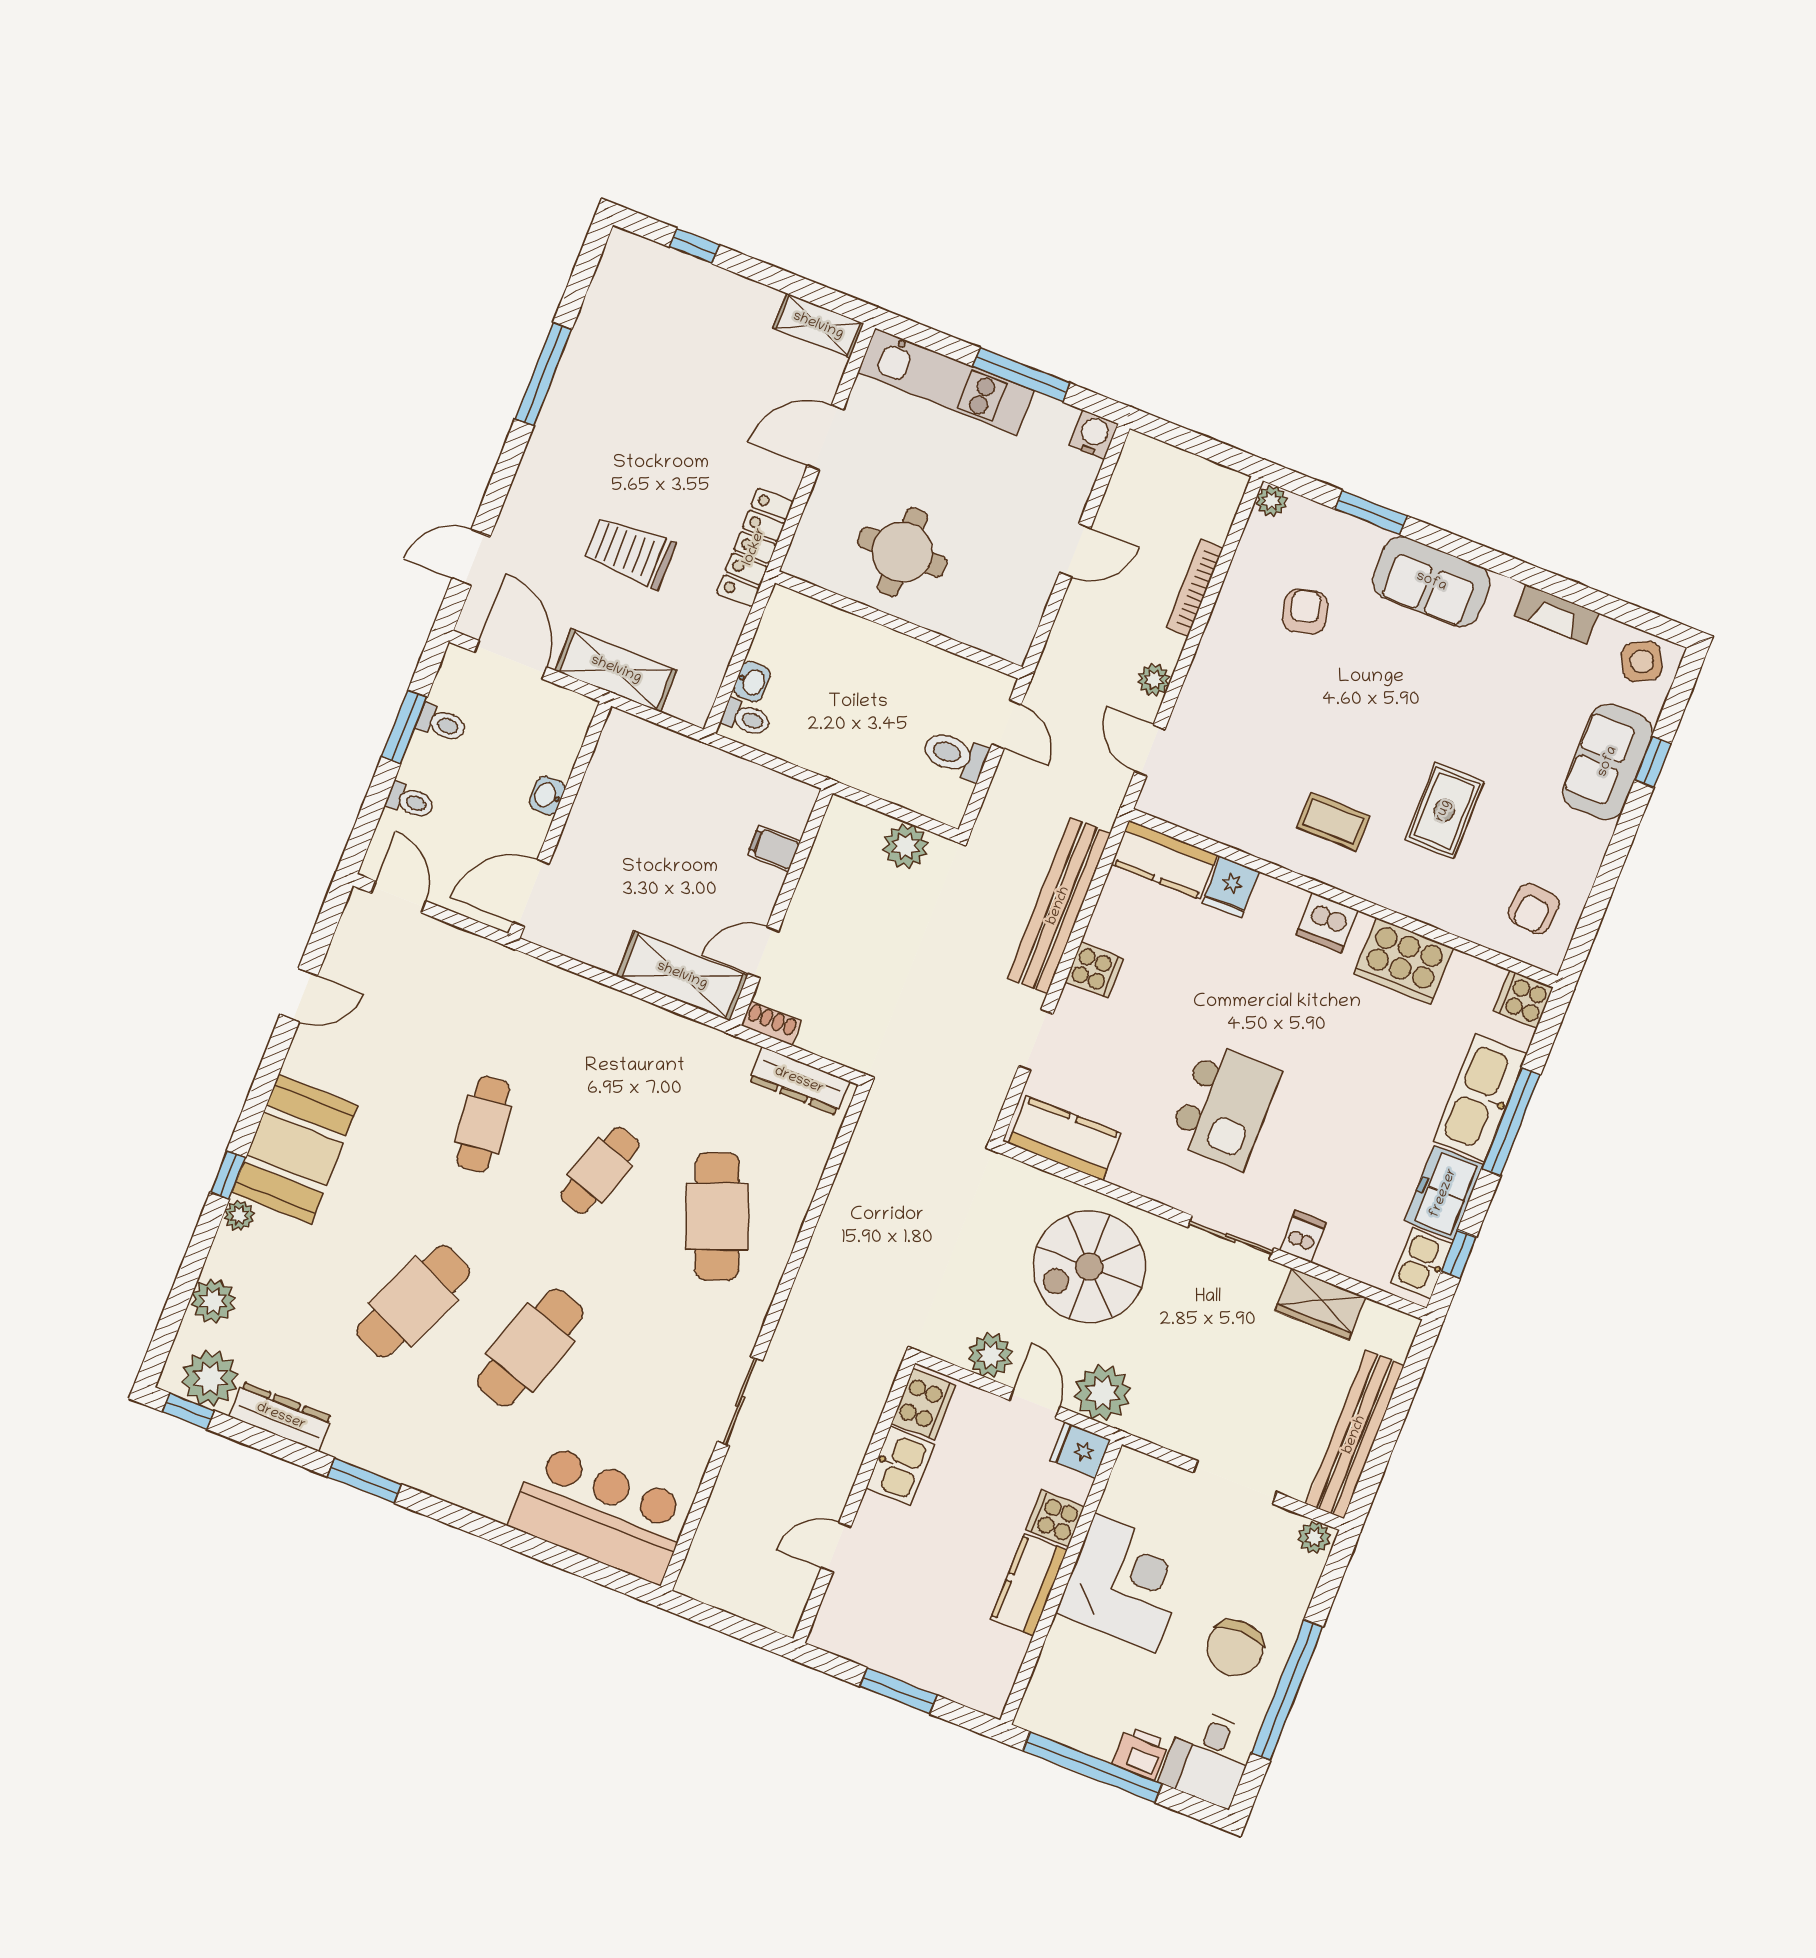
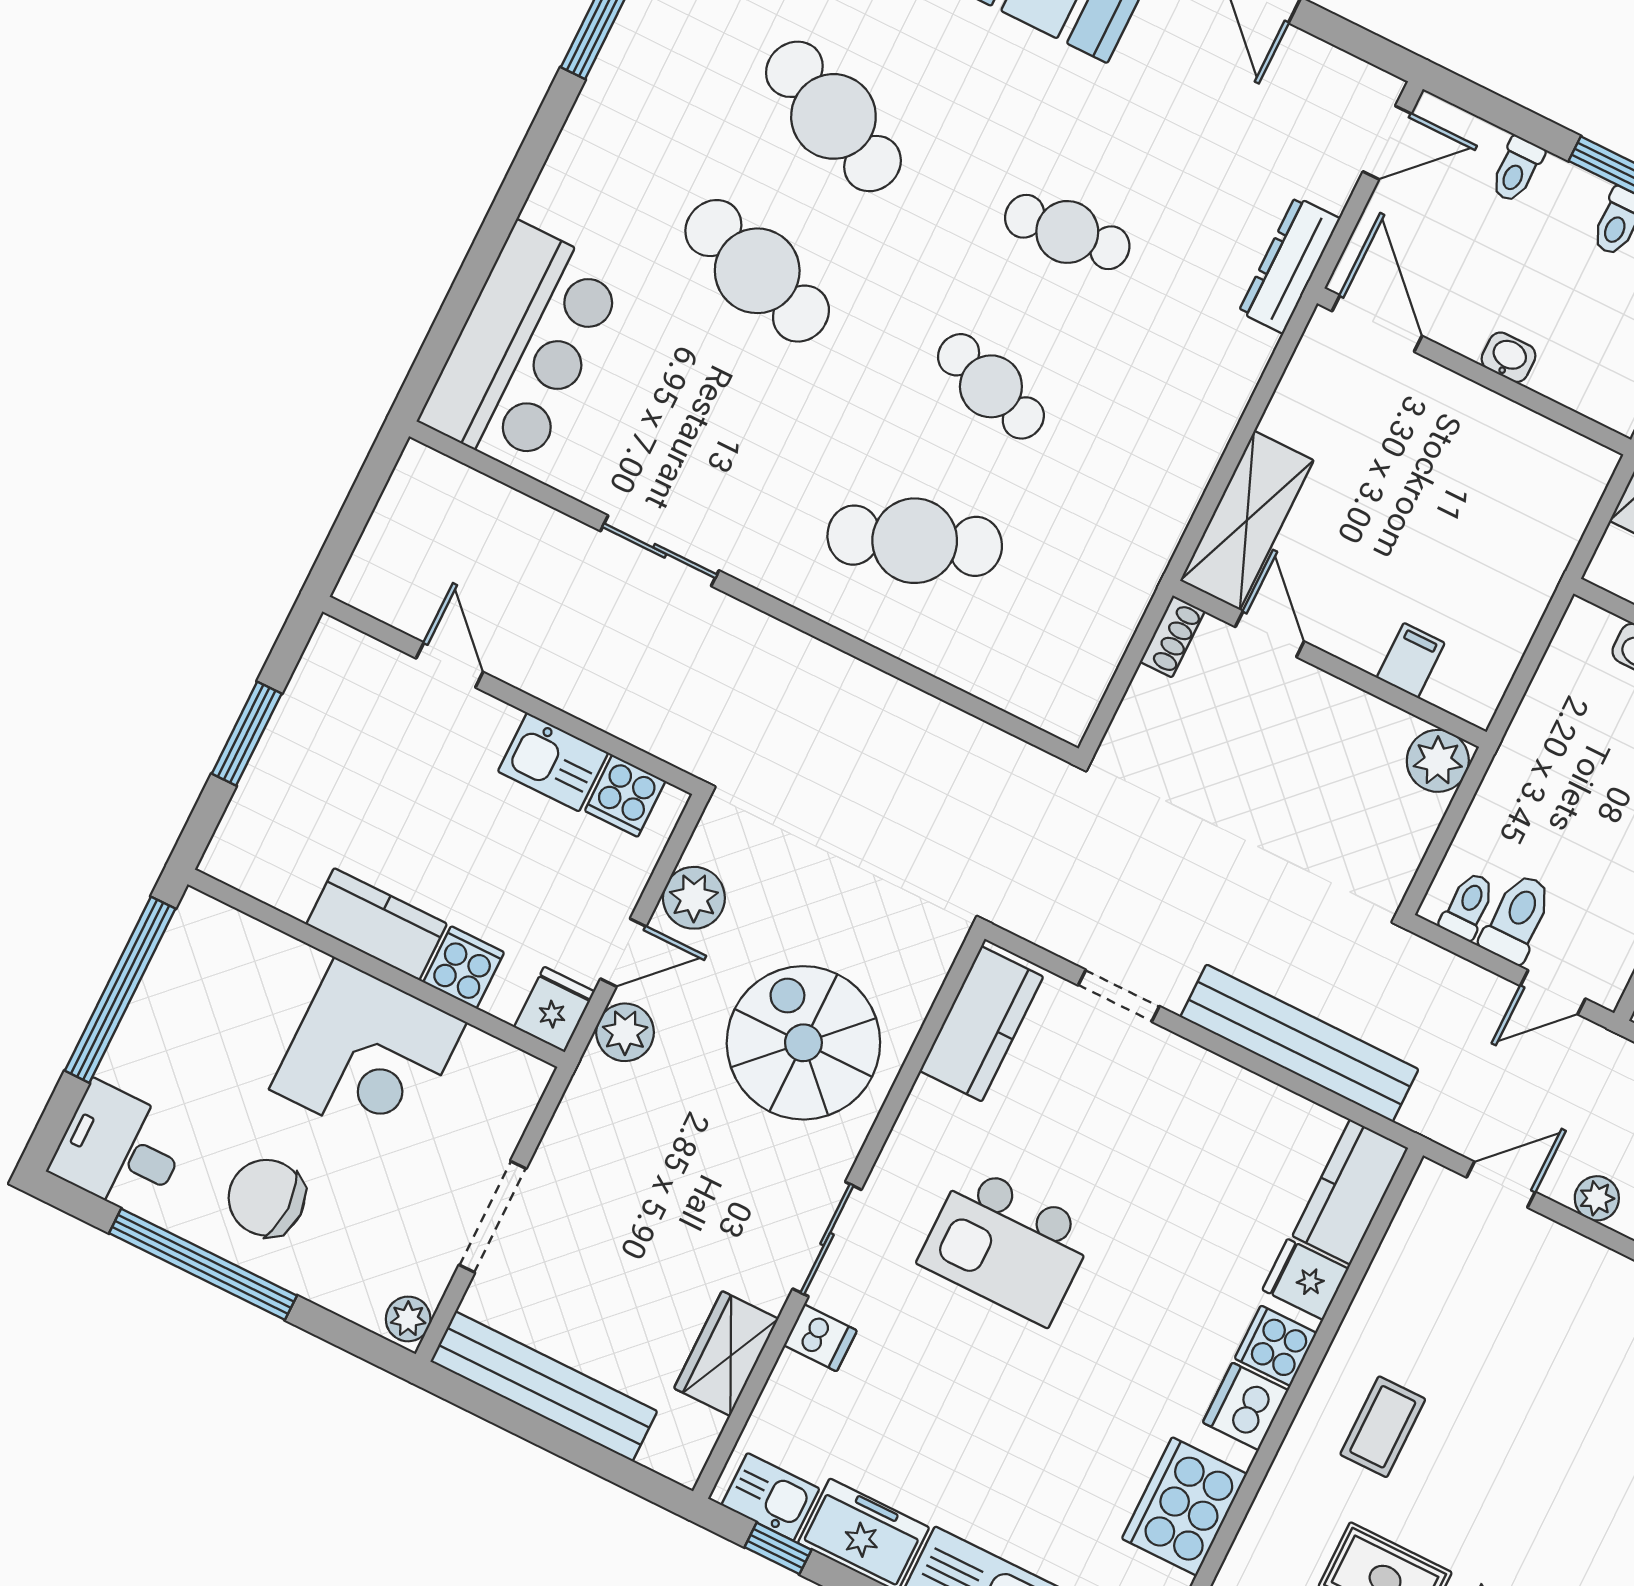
toilet: (746, 718) -> (1468, 906), moved, turned 180
plant: (906, 846) -> (1438, 761), moved
cooker: (1094, 970) -> (1276, 1346), moved, turned 90
dresser: (799, 1081) -> (1289, 265), moved
plant: (1102, 1393) -> (625, 1032), width x0.73, depth x0.73
cooker: (923, 1404) -> (625, 796), width x0.73
printer: (1141, 1753) -> (134, 1057), removed

